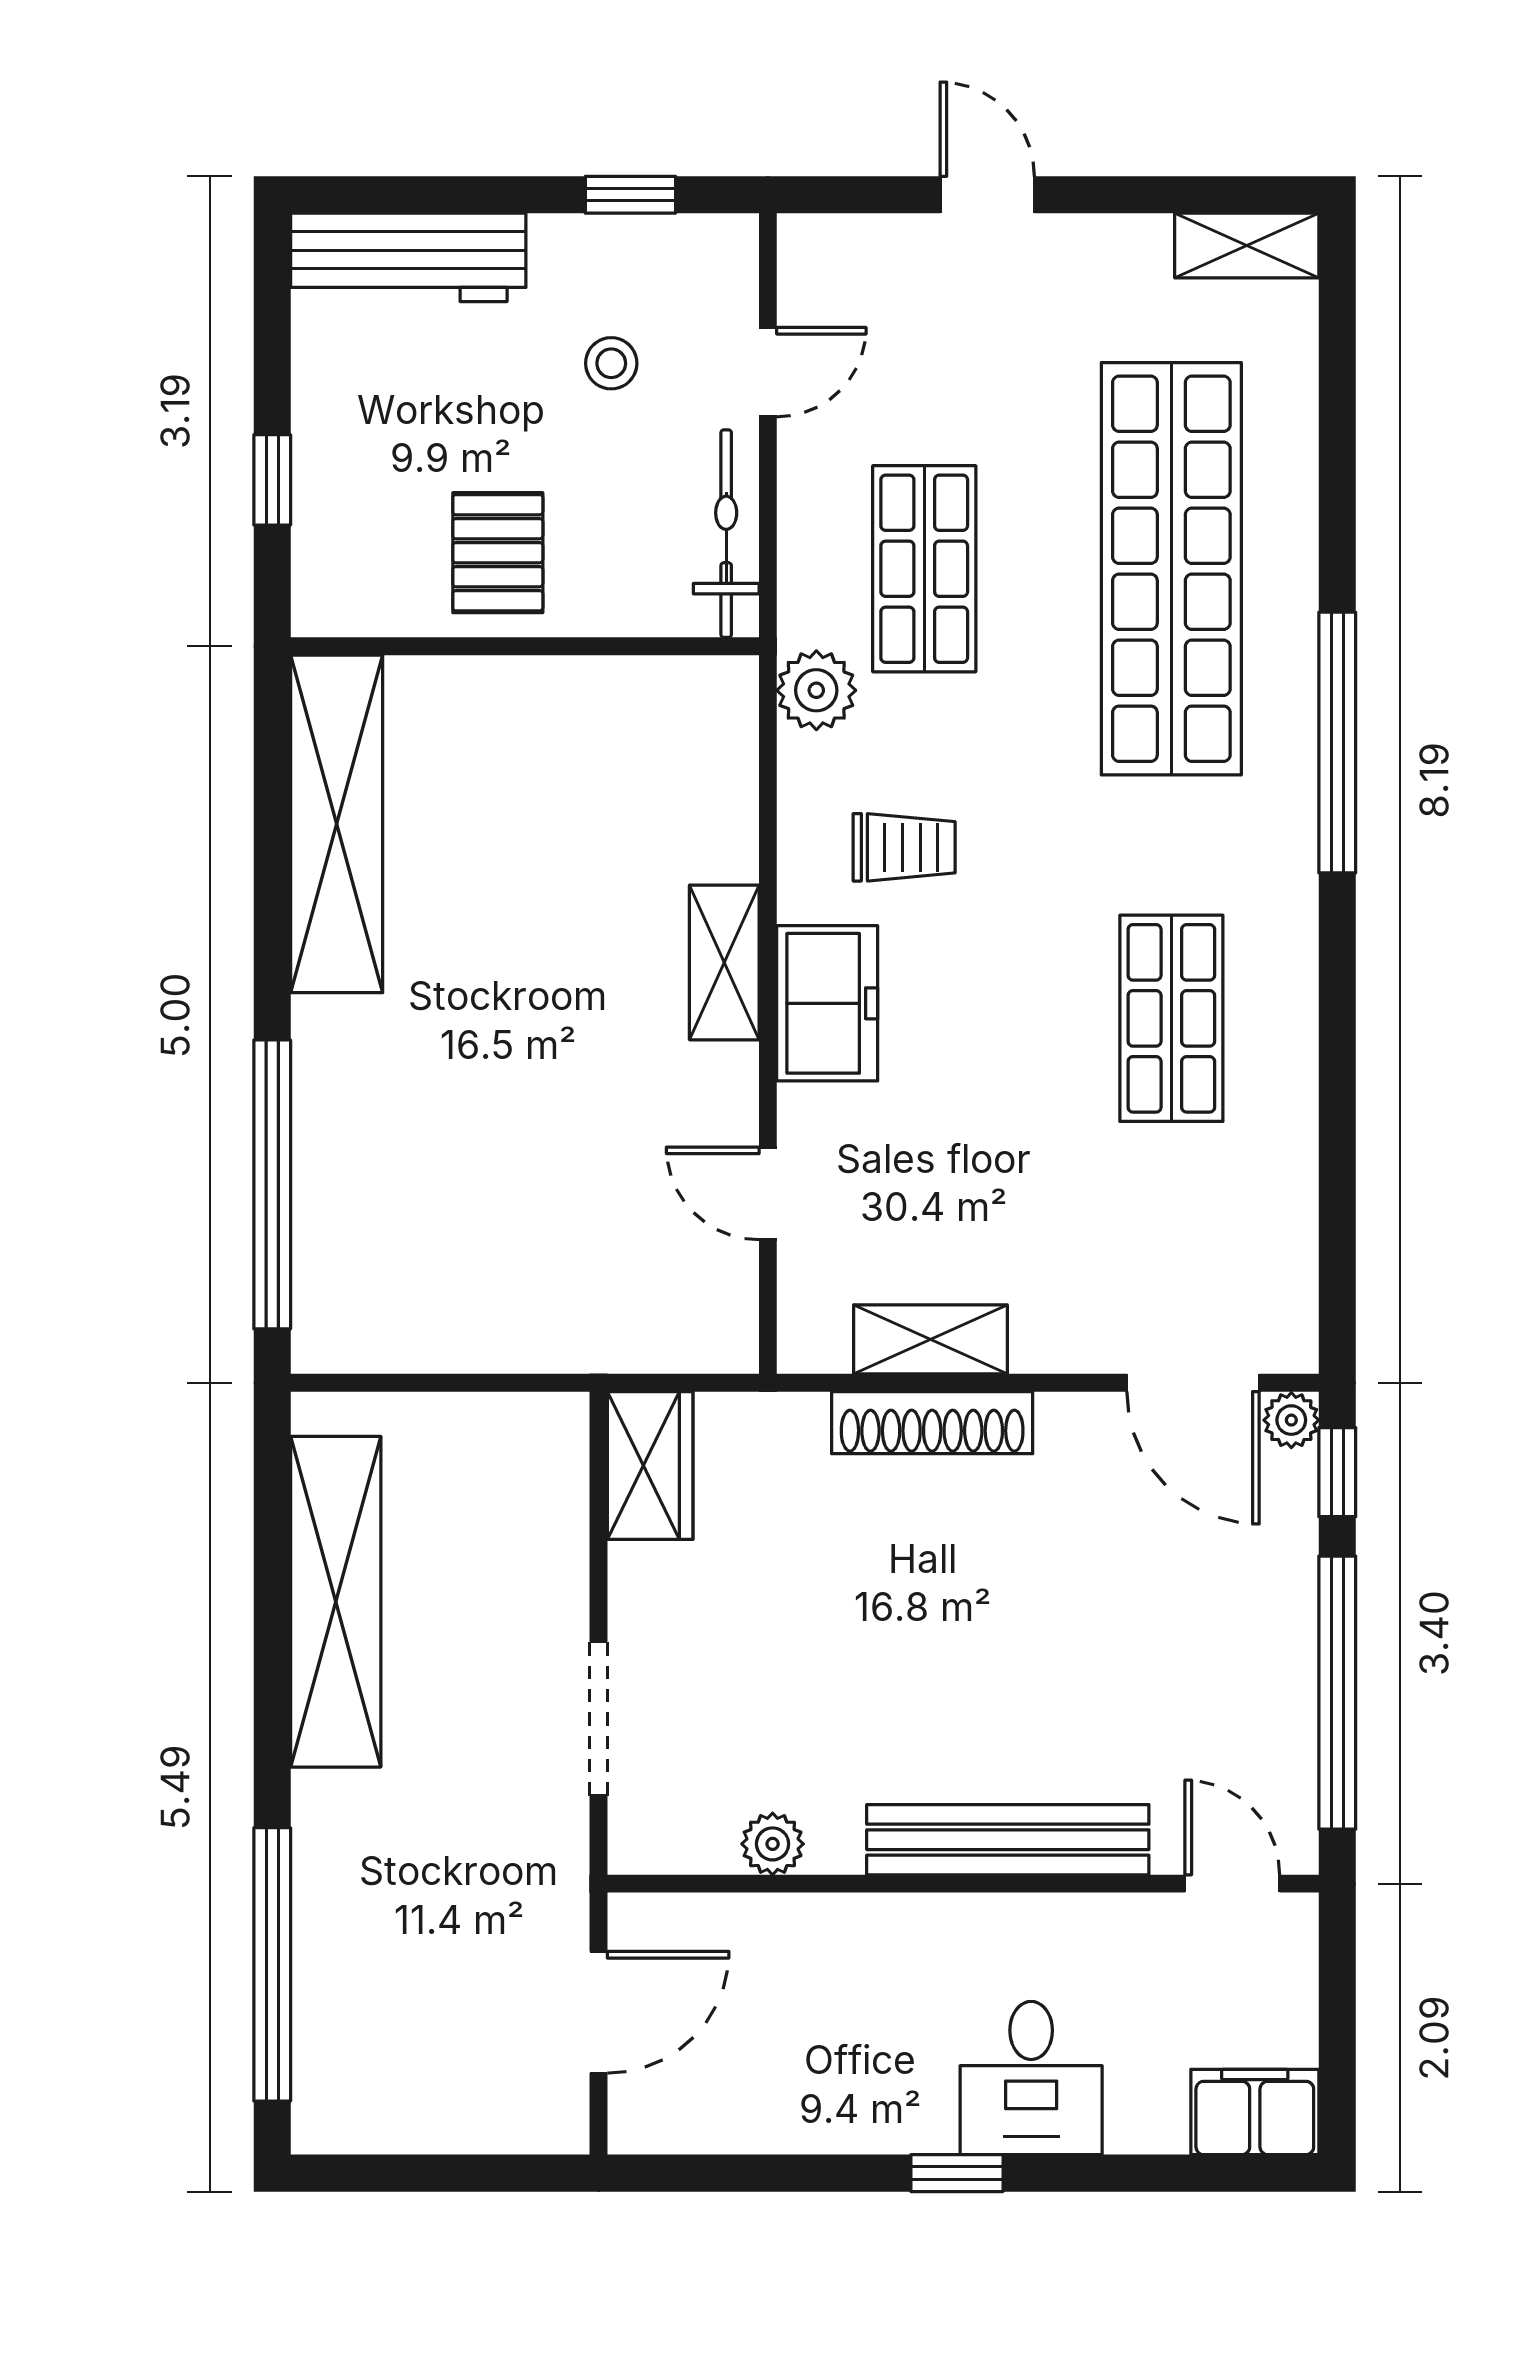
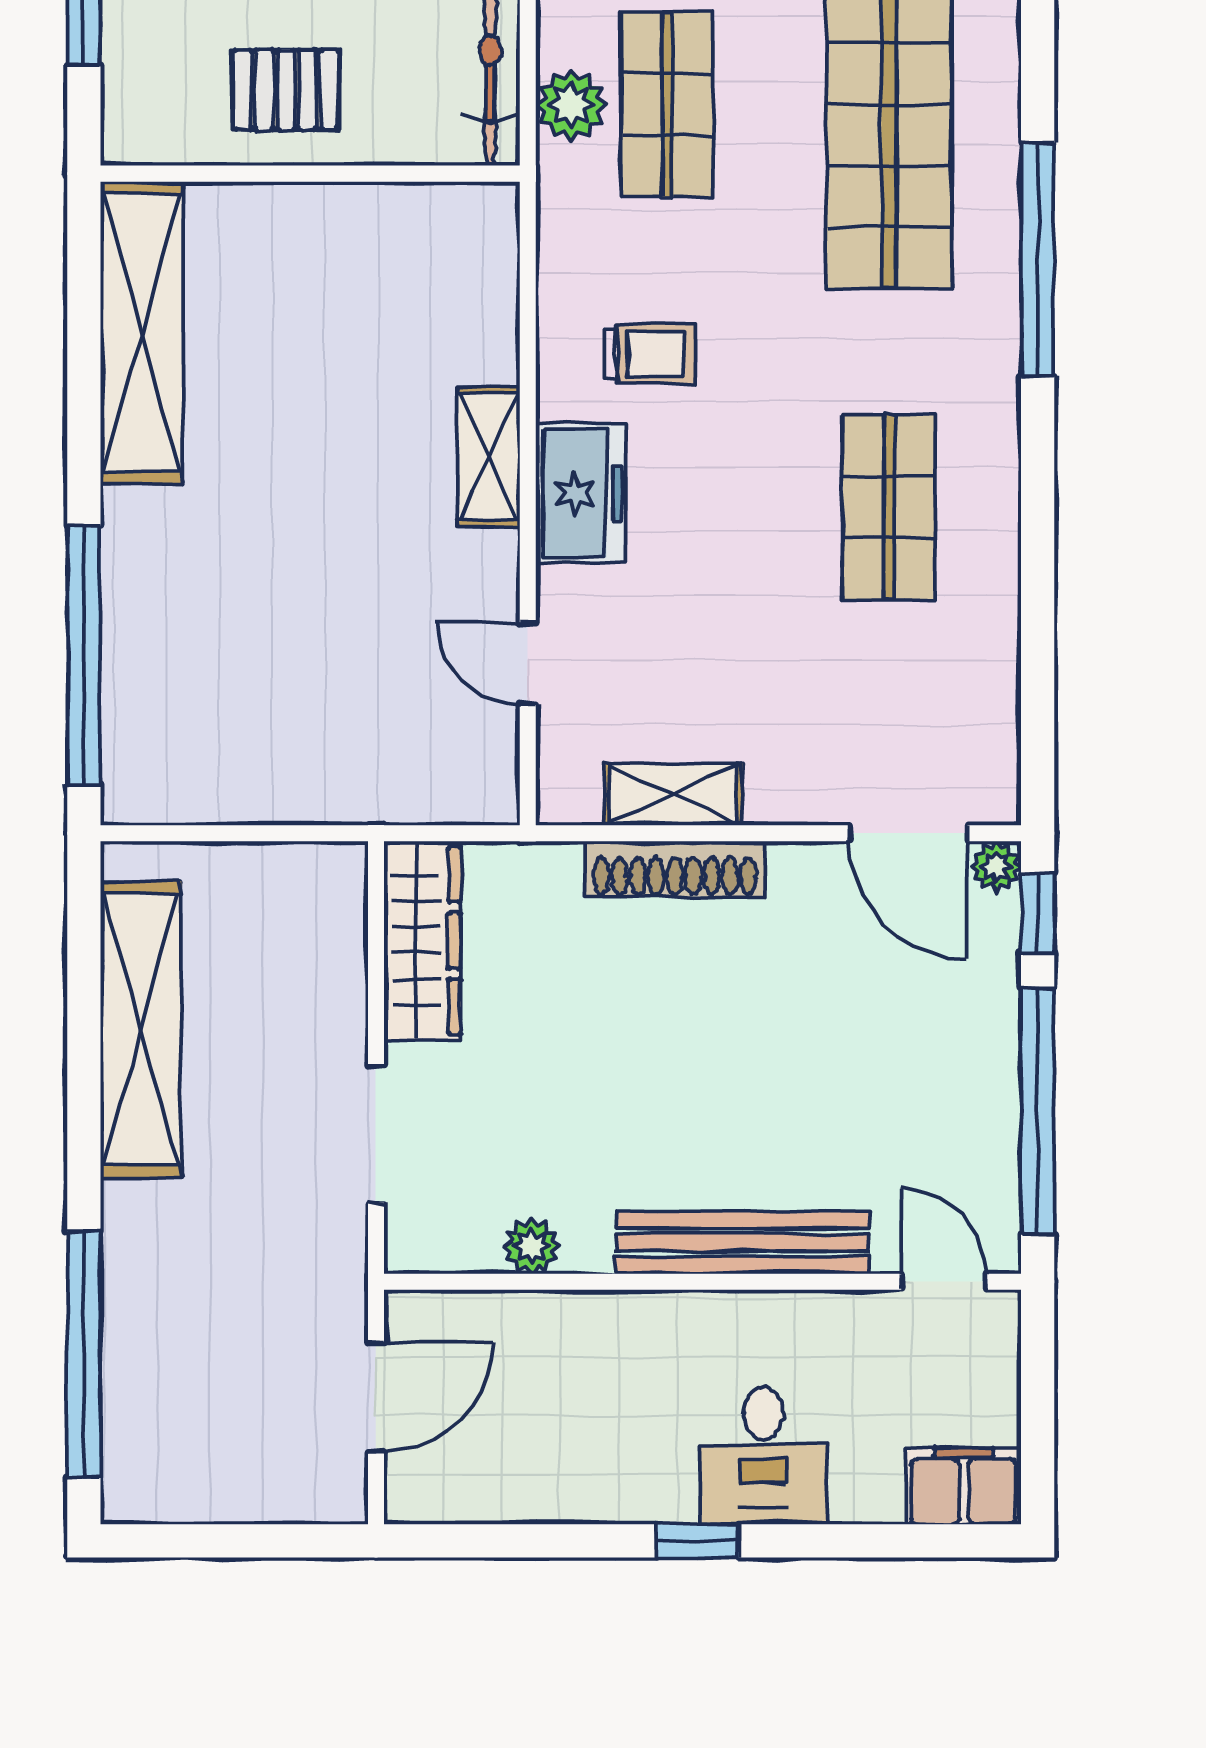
pallet: (498, 553) -> (286, 90), turned 90
plant: (816, 690) -> (571, 105), moved
wardrobe: (650, 1465) -> (422, 940), width x1.50

